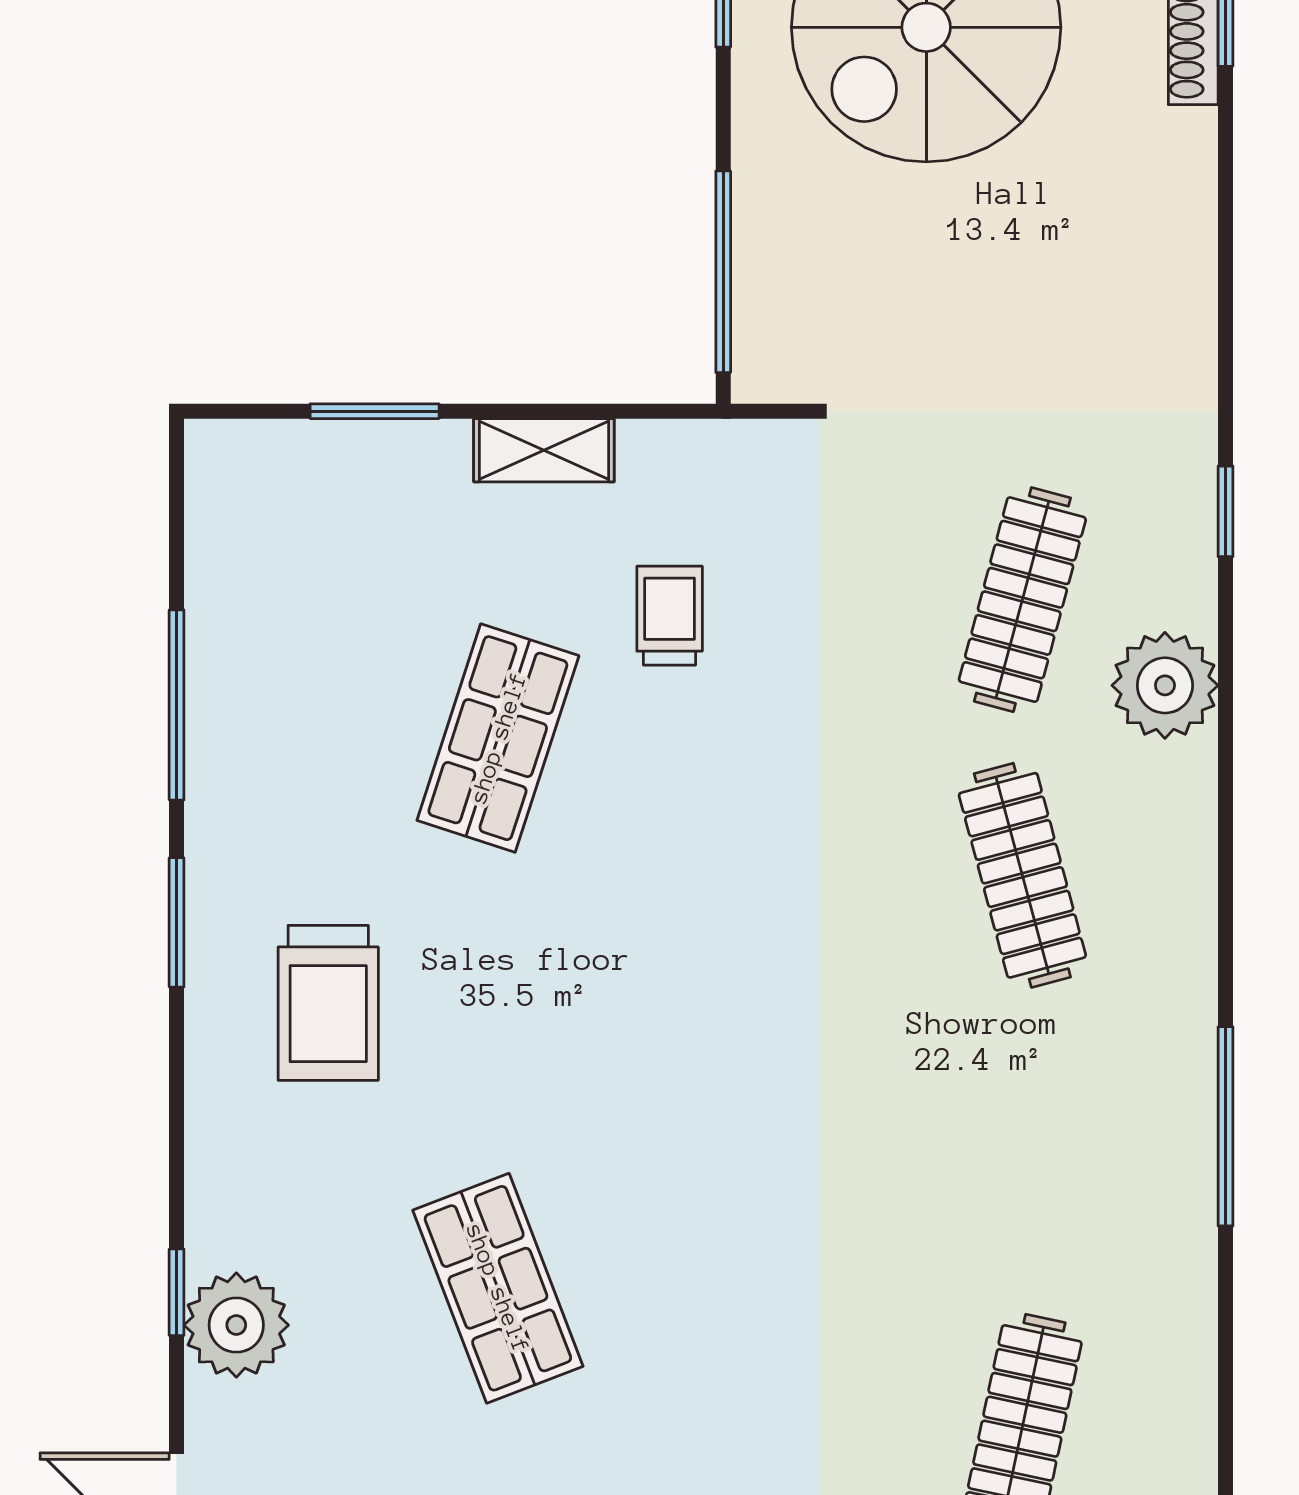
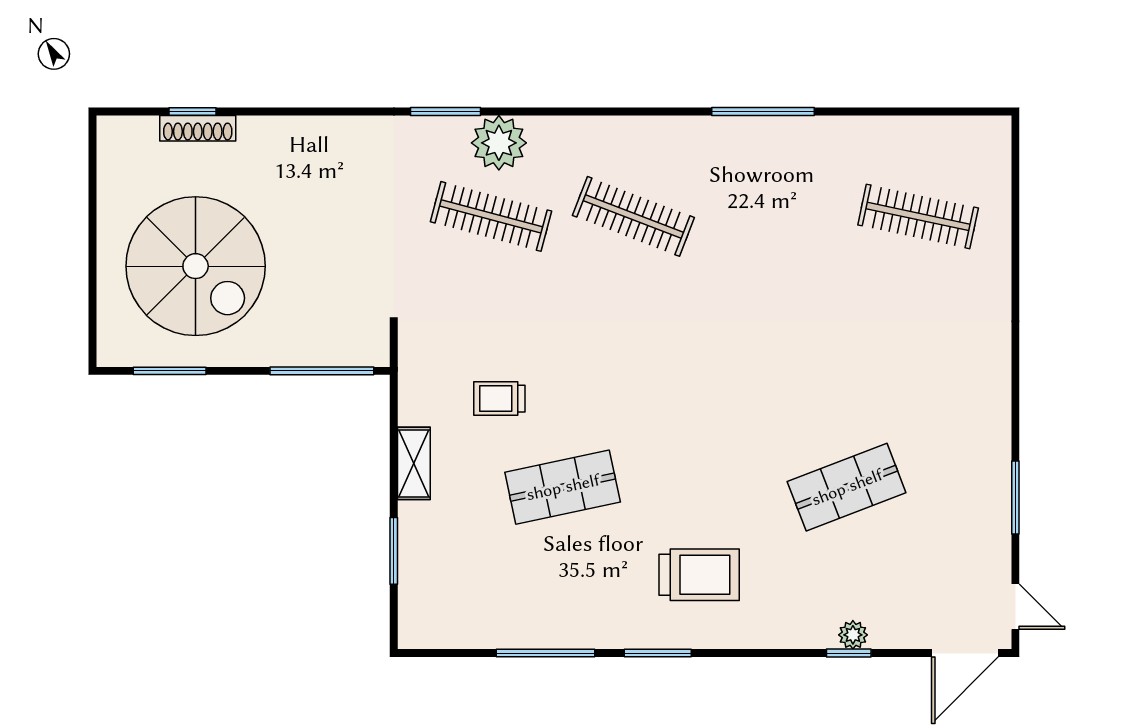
window: (1225, 511) -> (446, 112), width x1.50
plant: (1165, 685) -> (499, 143), moved
shop shelf: (498, 738) -> (563, 487), turned -30
clothes rail: (1022, 875) -> (633, 216), turned 36
plant: (236, 1325) -> (853, 635), width x0.53, depth x0.53

